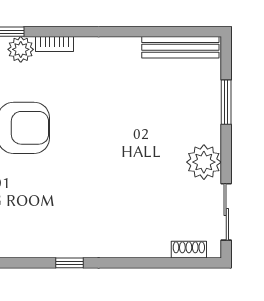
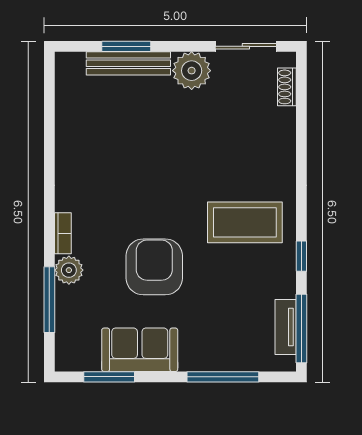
bench: (180, 47) -> (128, 63), moved, turned 90
coffee table: (65, 211) -> (245, 222), added
window: (69, 263) -> (301, 256), moved

